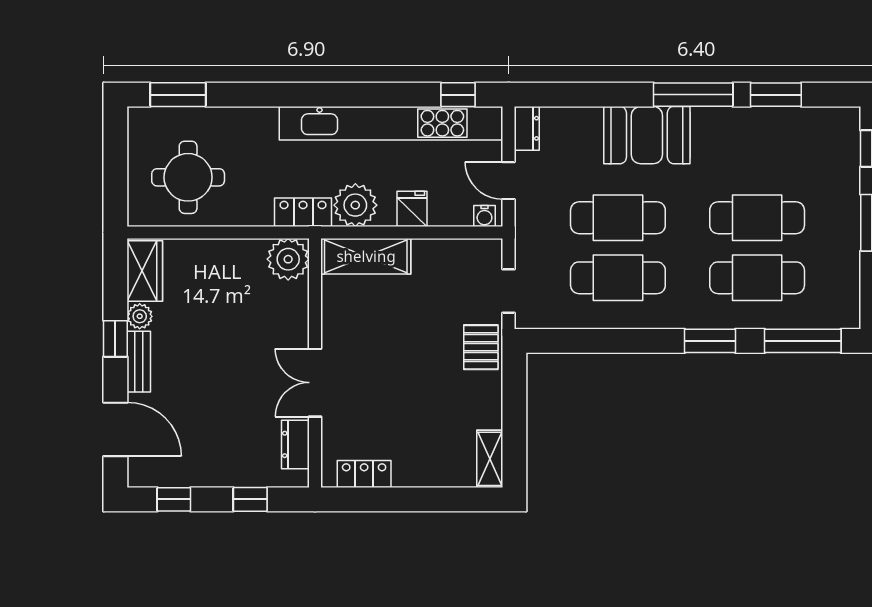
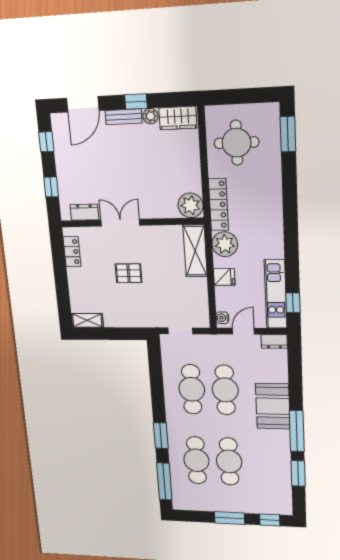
kitchen unit: (391, 123) -> (276, 294), width x0.54
locker: (303, 212) -> (218, 205), width x1.53
pallet: (481, 347) -> (129, 273), moved

